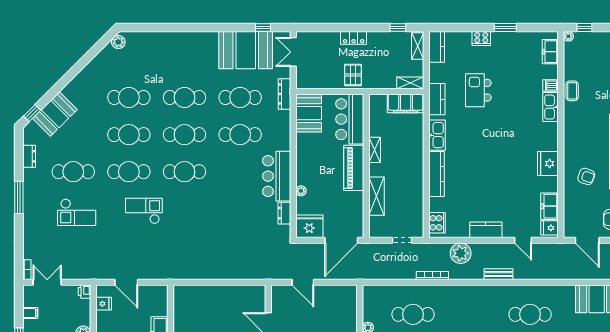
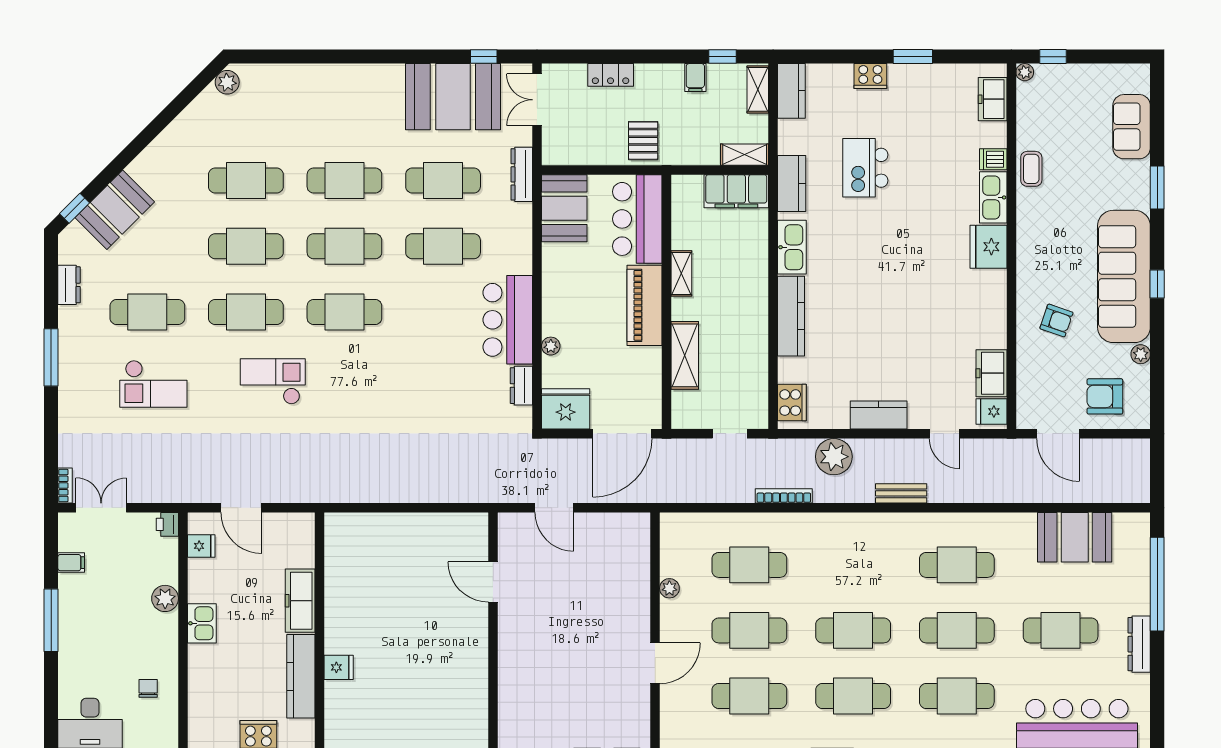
locker: (354, 38) -> (611, 75), moved
filing cabinet: (383, 39) -> (695, 78), added
fridge: (548, 164) -> (988, 247), moved

